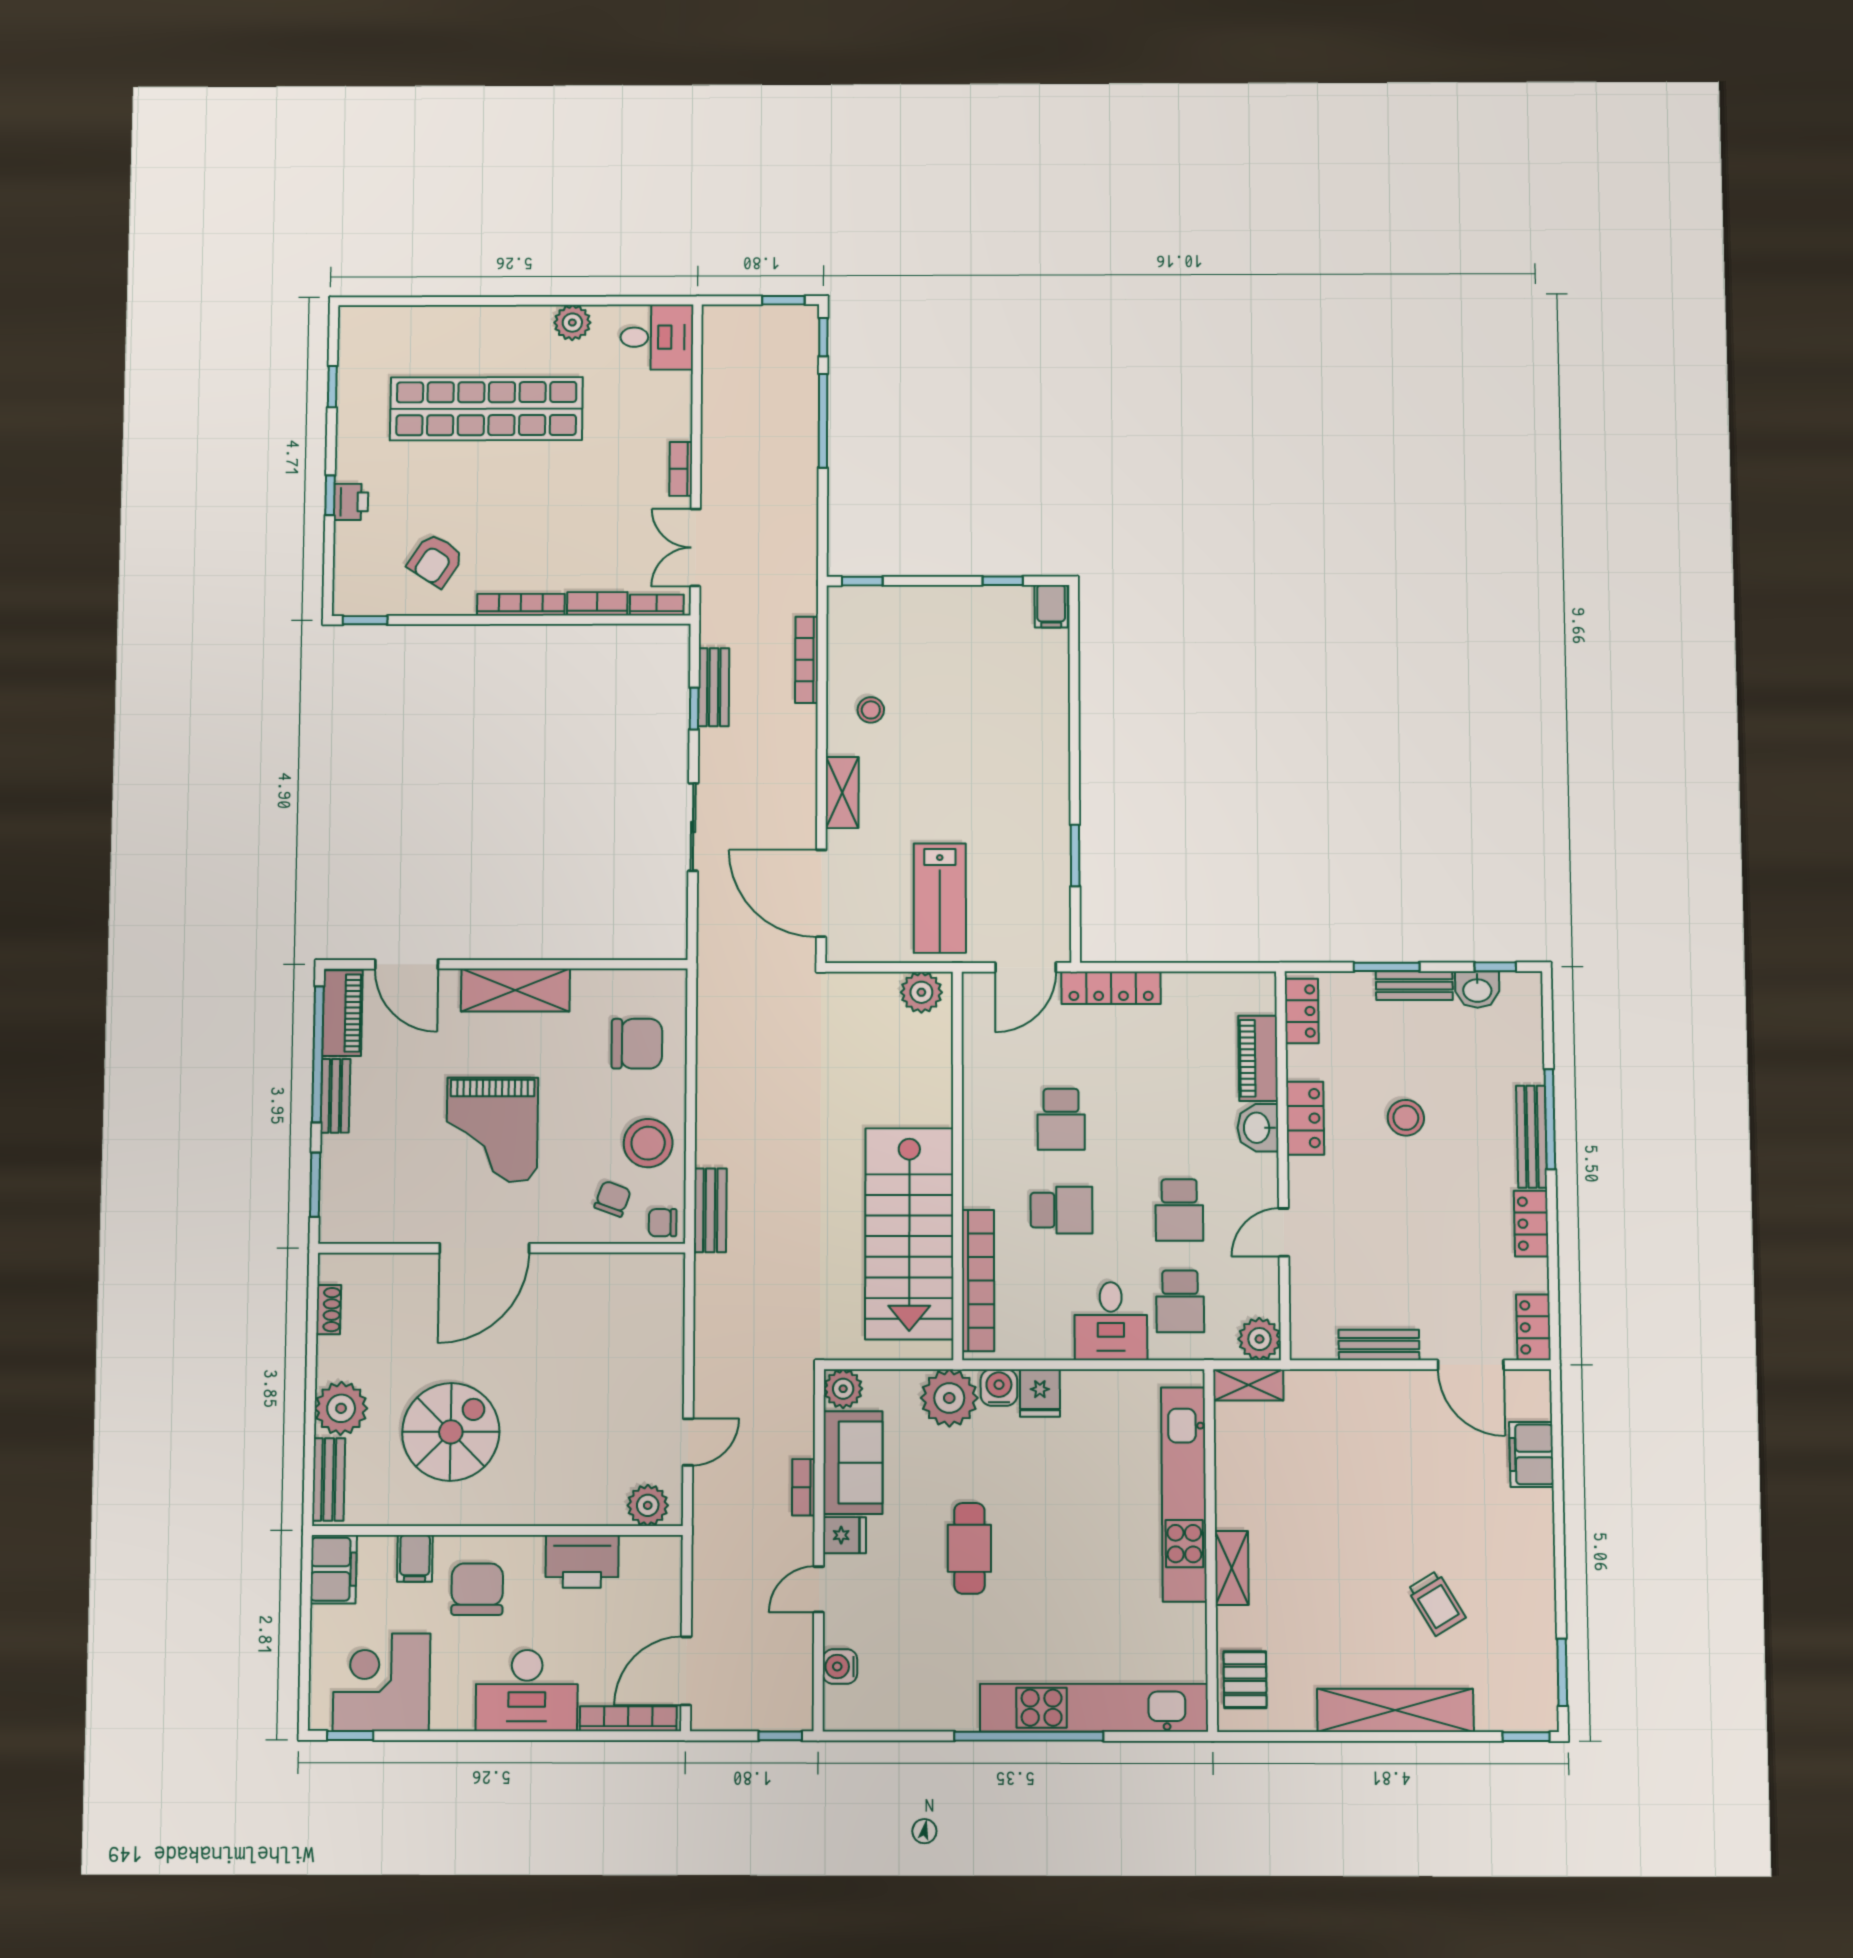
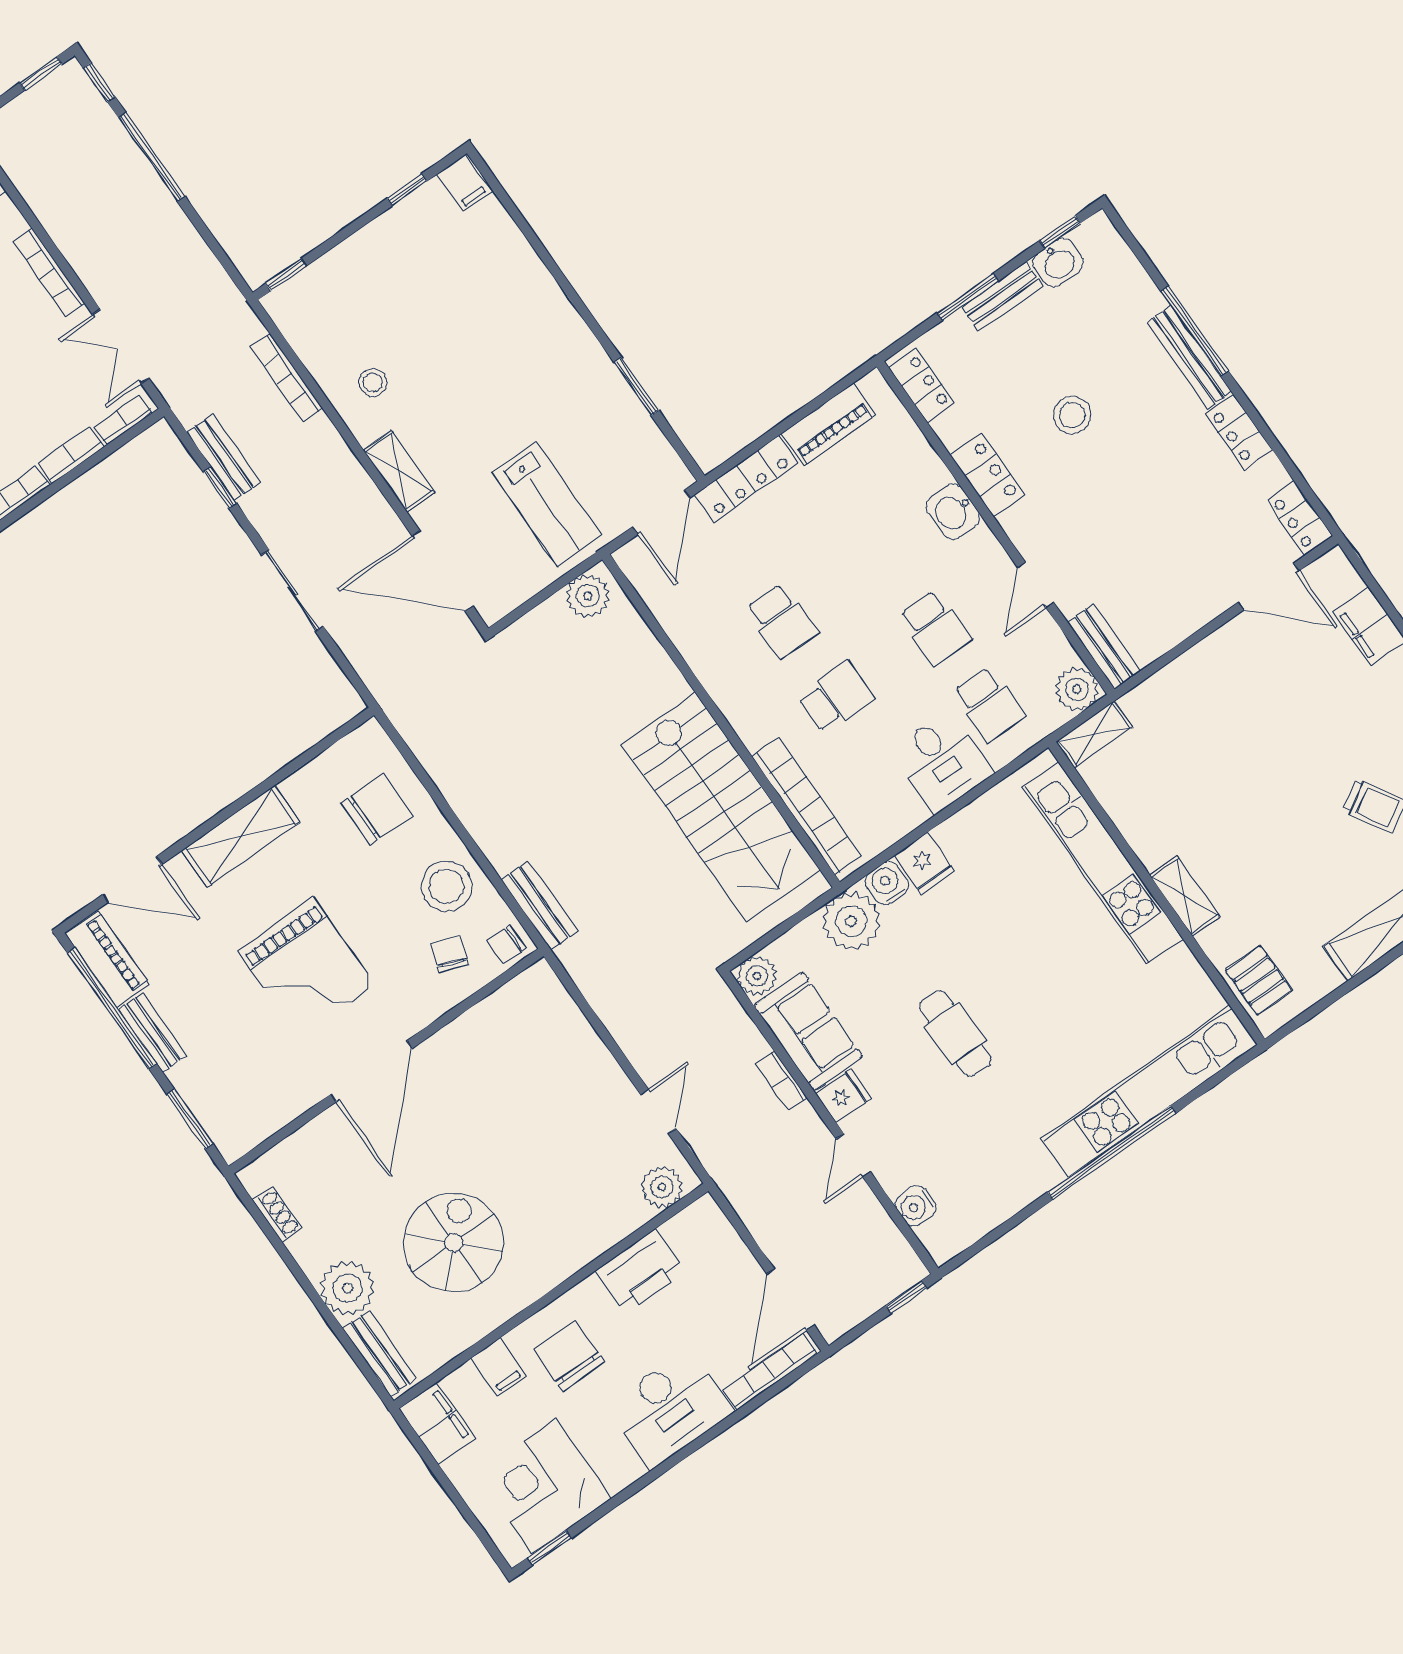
bookcase: (681, 469) -> (49, 272), width x1.56
piano: (1258, 1058) -> (829, 424), moved, turned -90
bench: (1379, 1345) -> (1104, 647), moved, turned 90

